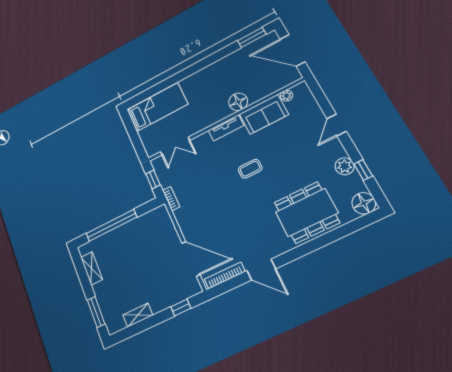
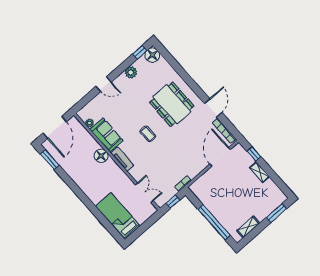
window: (363, 170) -> (140, 52), moved
dining table: (307, 212) -> (172, 104), moved
shelving: (138, 315) -> (260, 172), moved

